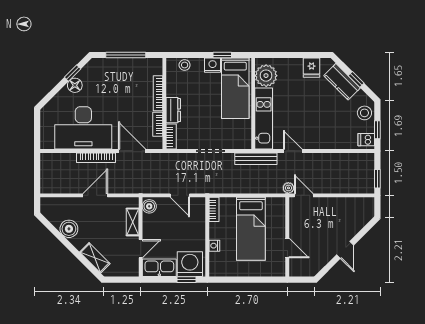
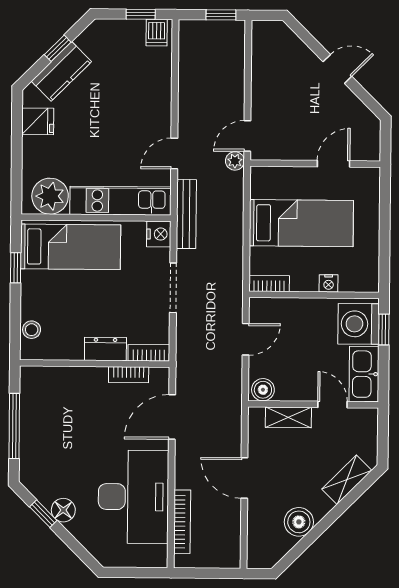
nightstand: (213, 65) -> (159, 234), moved, turned 180
bookcase: (158, 93) -> (78, 374), removed
stool: (364, 113) -> (113, 35), removed
bookcase: (96, 158) -> (182, 522), moved

